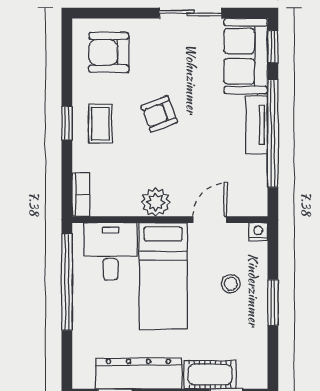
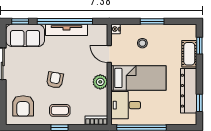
armchair: (159, 114) -> (55, 80), turned -149
tv unit: (257, 125) -> (67, 30), width x1.41

